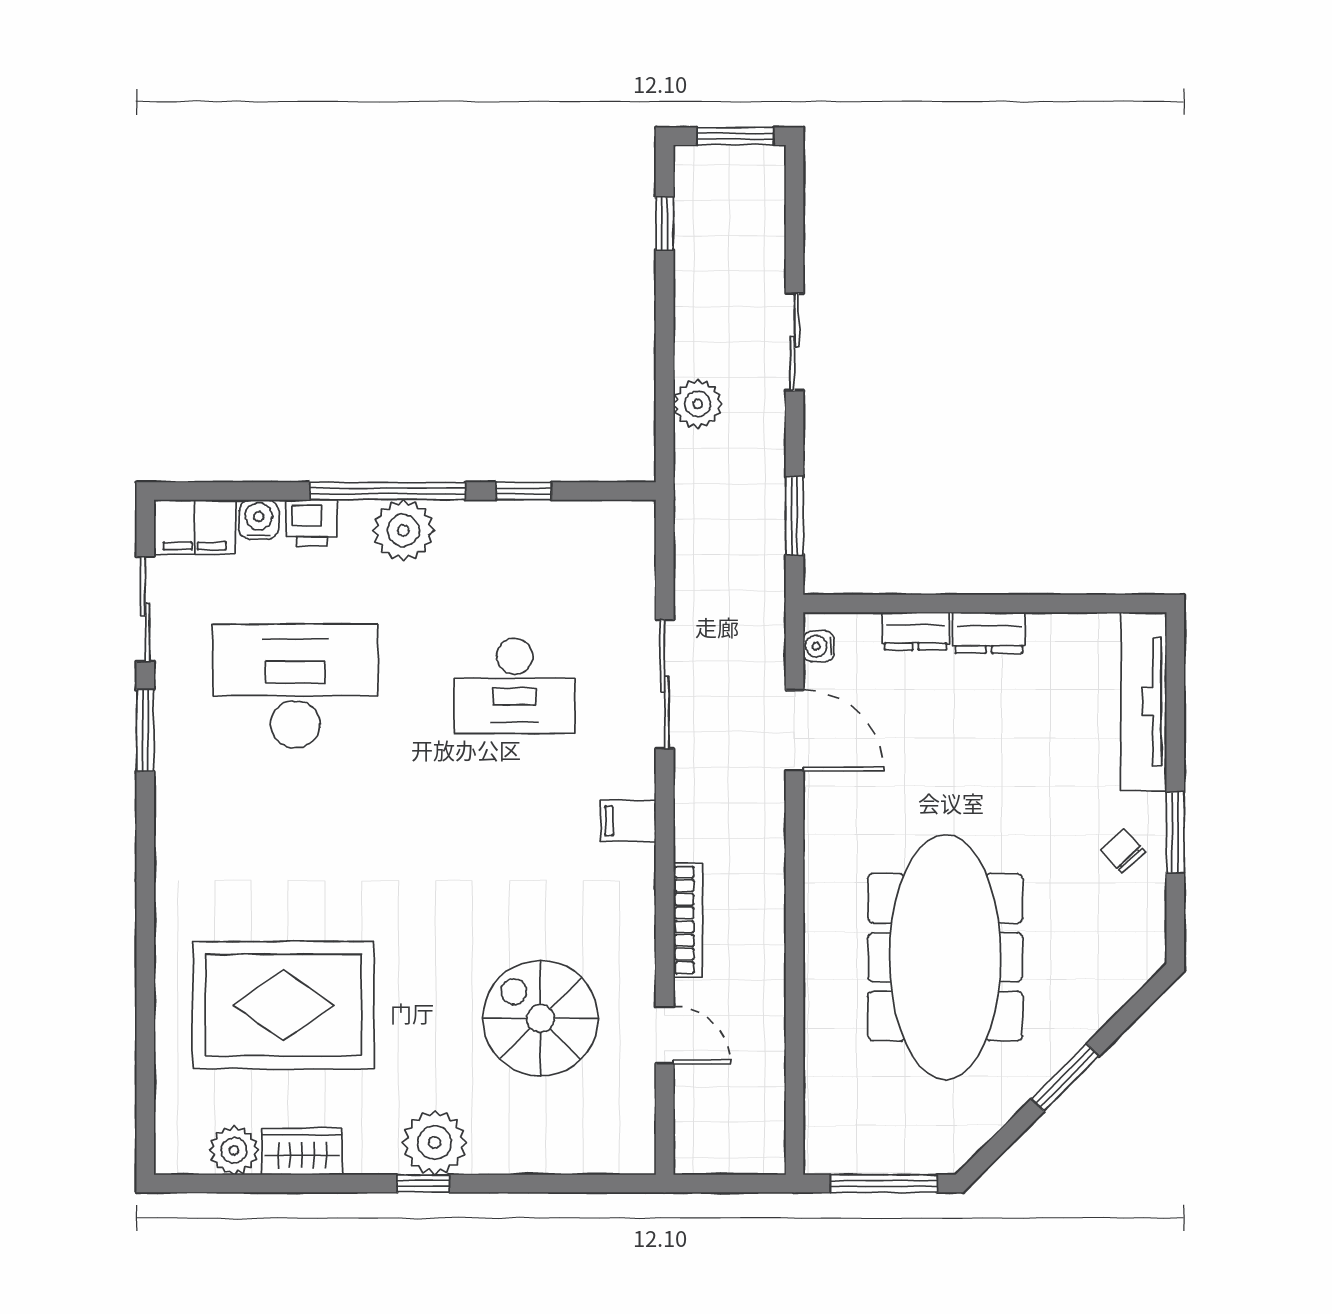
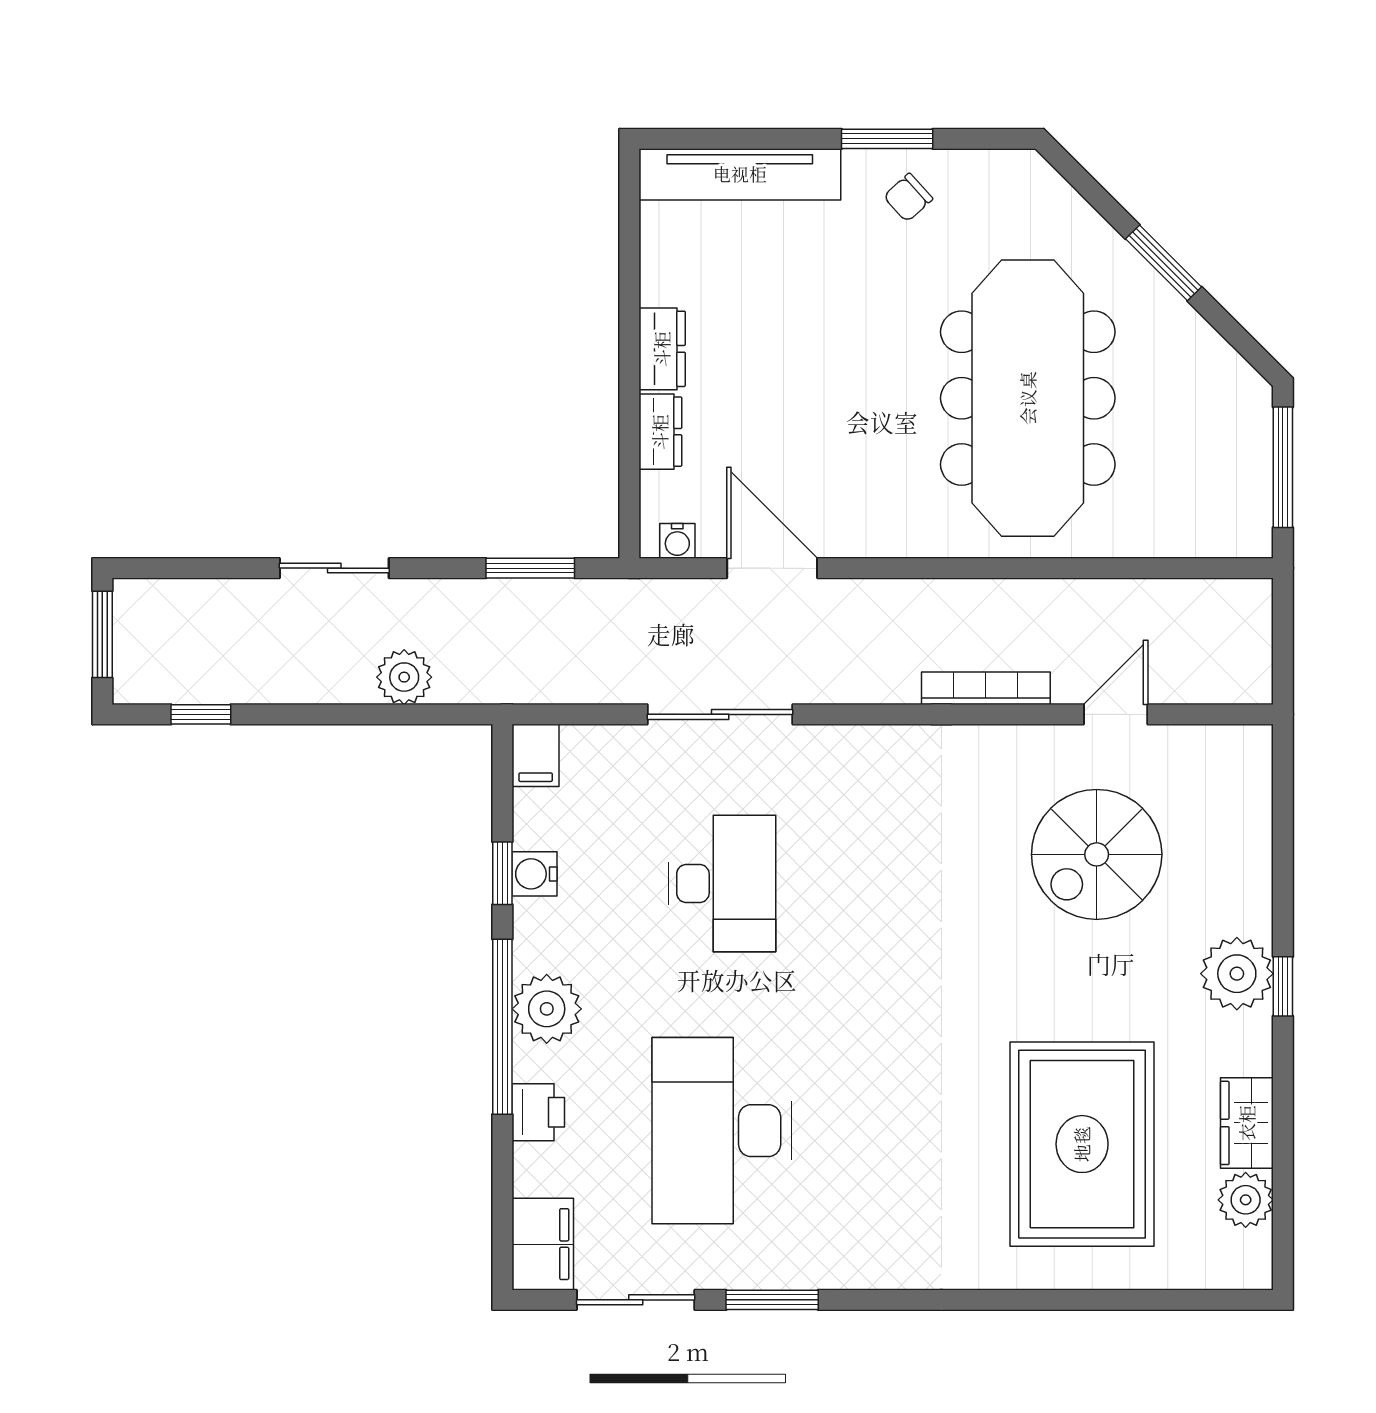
water cooler: (259, 520) -> (535, 874), moved
door: (794, 730) -> (772, 568), hinge flipped
filing cabinet: (628, 821) -> (536, 755), moved
meeting table: (945, 957) -> (1028, 398), turned 90

